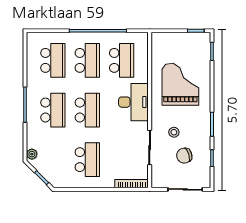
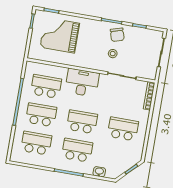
grand piano: (180, 84) -> (60, 35), moved
washbasin: (32, 140) -> (99, 172), added
plant: (32, 154) -> (111, 174), removed
chair: (184, 156) -> (117, 35), moved

